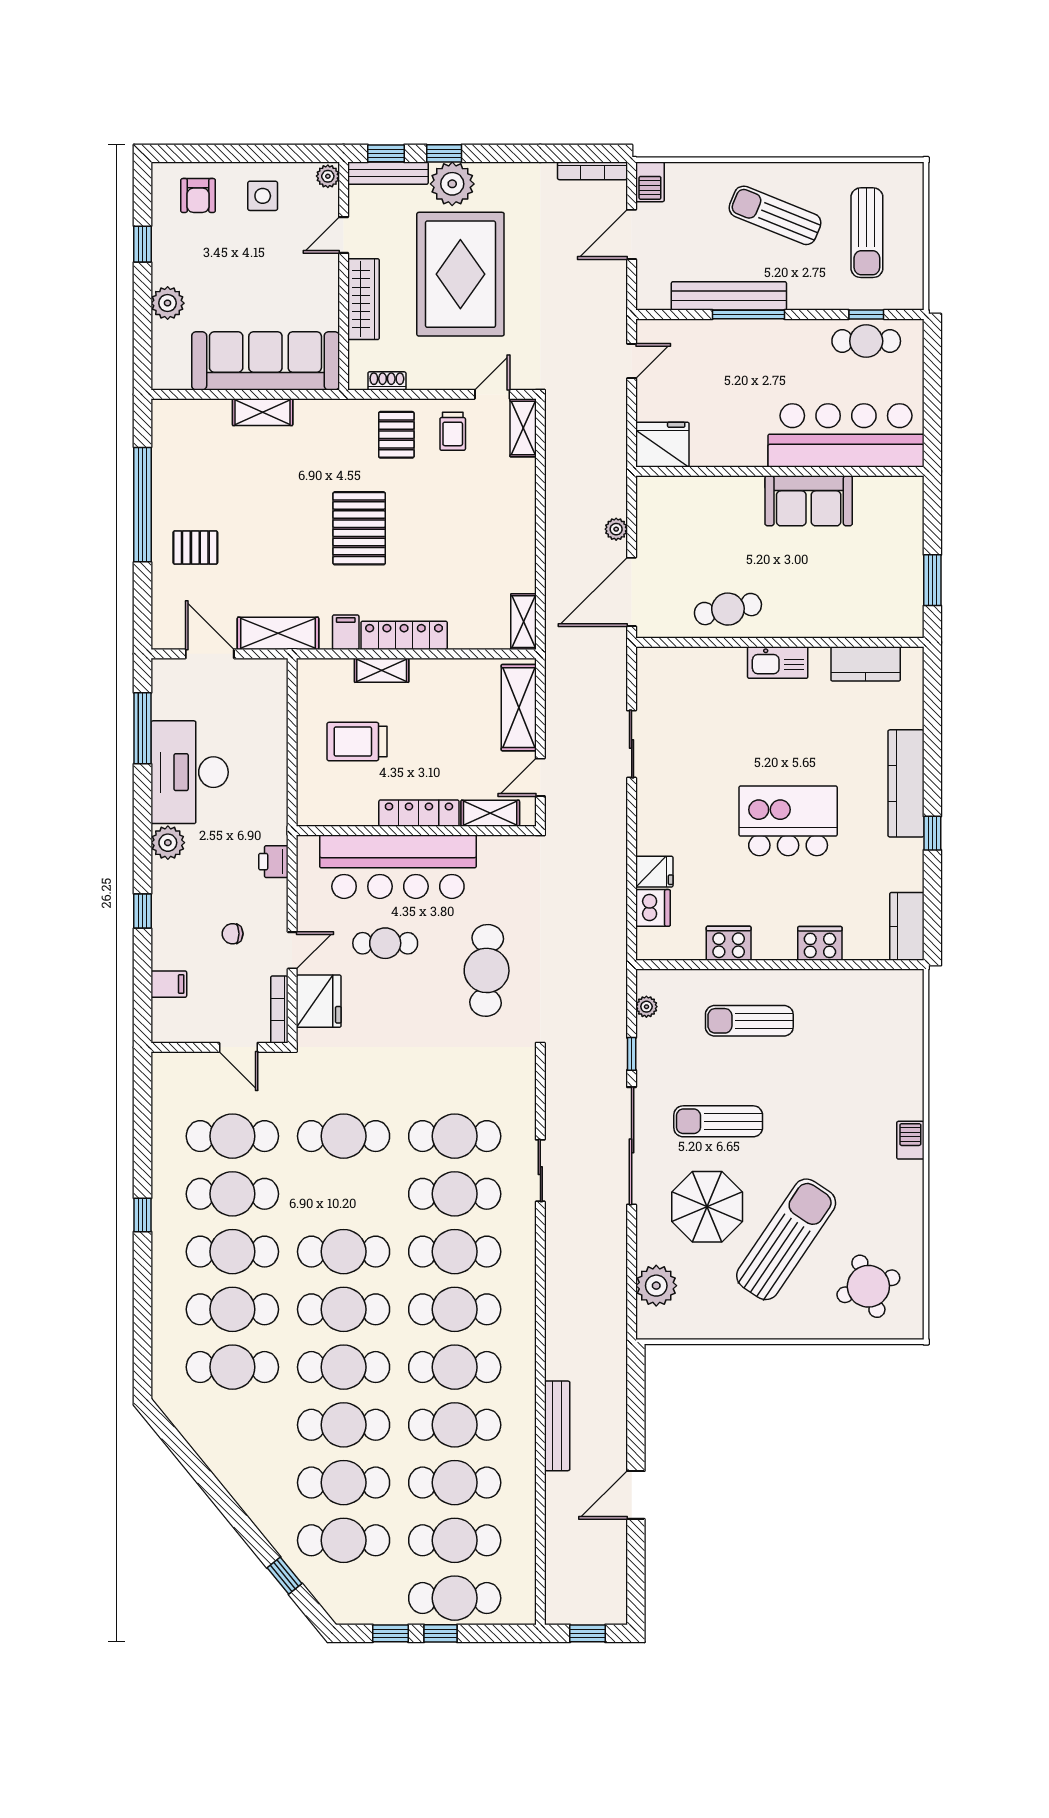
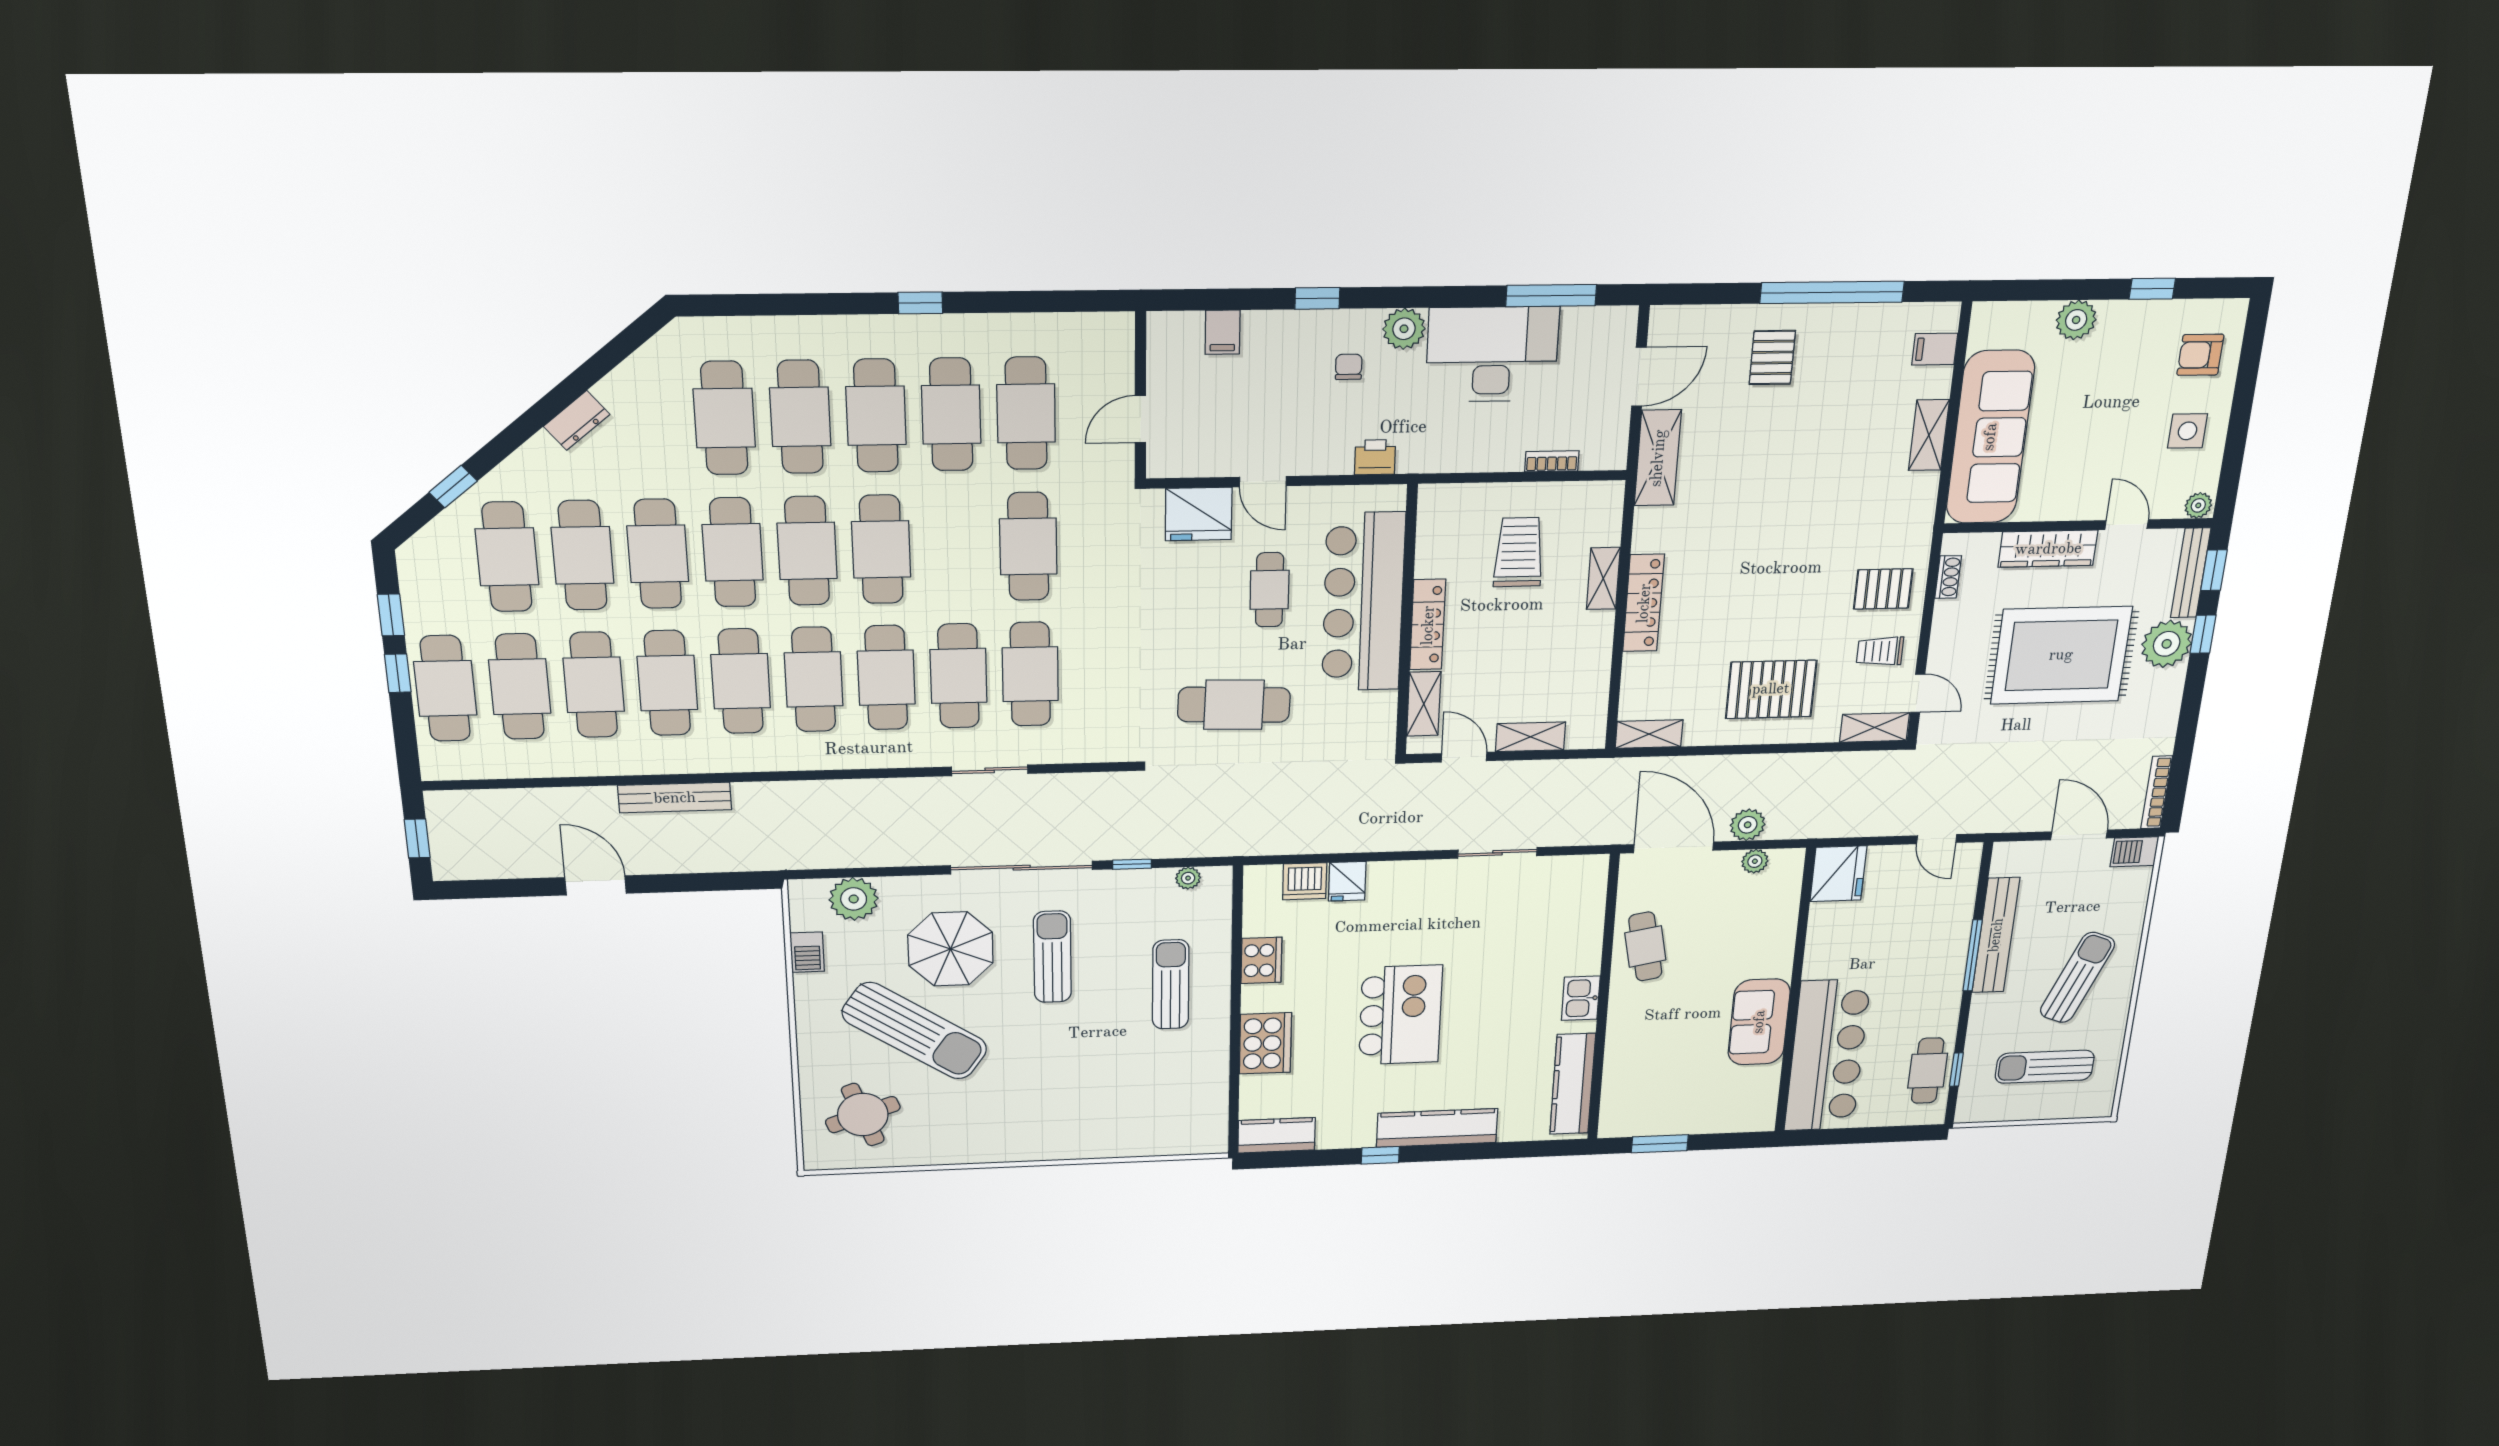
plant: (647, 520) -> (1755, 861), added
pallet: (359, 528) -> (1771, 689), moved
plant: (616, 529) -> (1748, 825), width x1.38, depth x1.38
filing cabinet: (346, 632) -> (1935, 349), moved, turned 180
kitchen sink: (778, 663) -> (1581, 998), width x0.73
kitchen counter: (866, 664) -> (1573, 1084), width x1.50
shelving: (519, 708) -> (1531, 737), width x0.67, depth x0.75
chair: (233, 934) -> (1349, 367), moved
cooker: (820, 943) -> (1265, 1043), width x1.37, depth x1.31
bookcase: (279, 1010) -> (1552, 461), moved, width x0.64
barbecue: (910, 1140) -> (807, 952), moved, turned 90
dresser: (232, 1478) -> (577, 420), added

